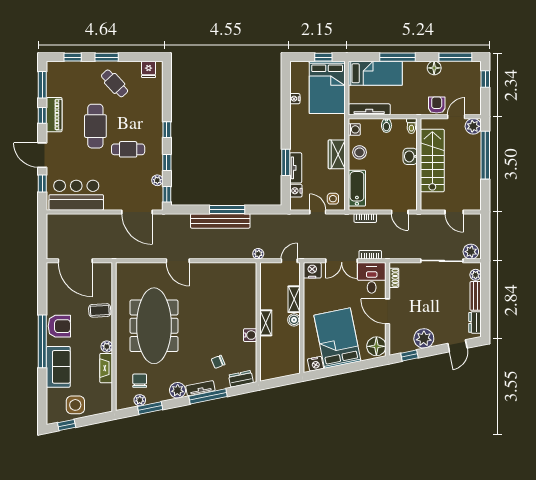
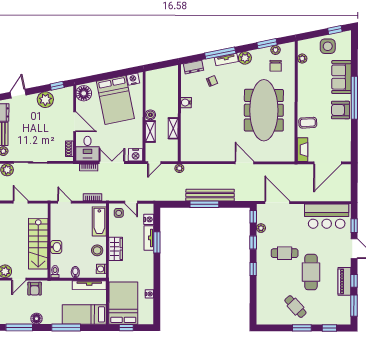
fridge: (149, 69) -> (268, 318), removed
door: (75, 261) -> (328, 163), swing flipped
shelving: (266, 323) -> (173, 128), moved
plant: (107, 347) -> (302, 59), moved
fireplace: (106, 368) -> (303, 150), moved

